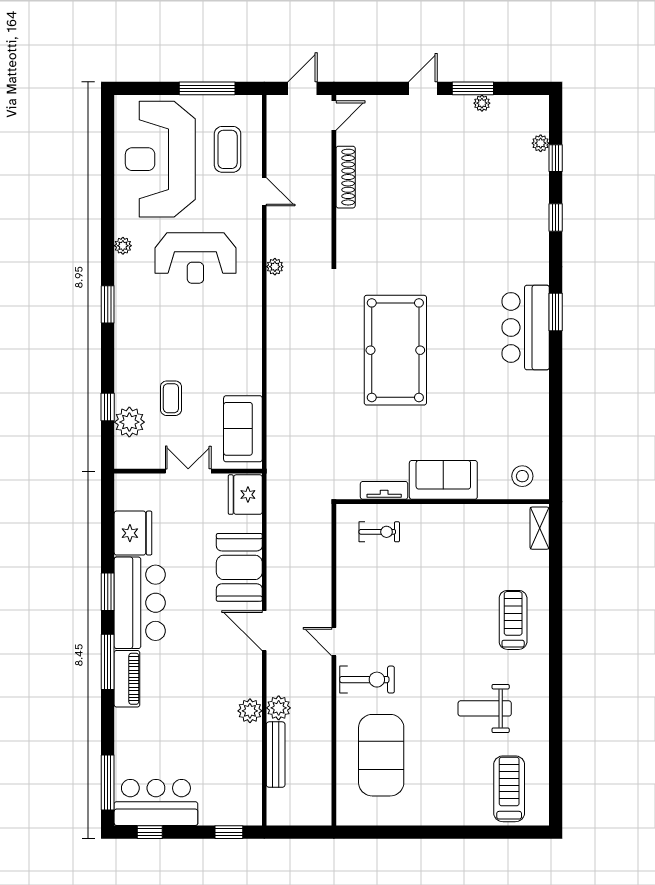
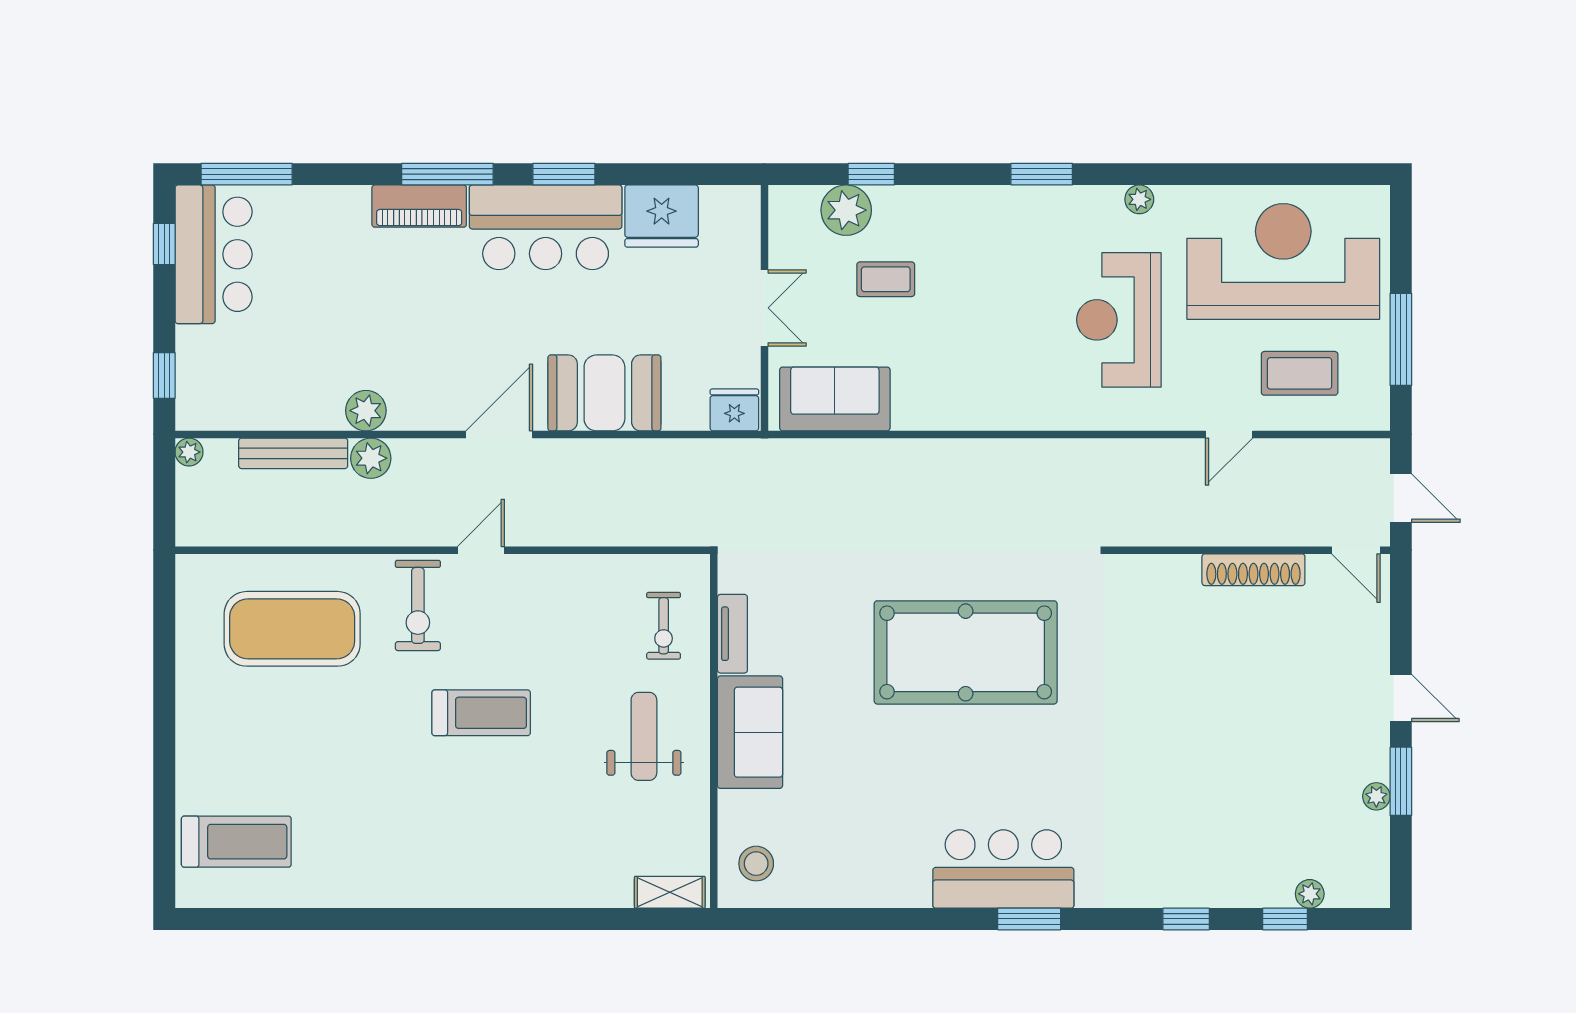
plant: (275, 267) -> (189, 452), moved
fridge: (245, 495) -> (734, 410), width x0.73, depth x0.75
treadmill: (513, 620) -> (481, 713), moved
weight bench: (485, 708) -> (644, 736), moved

